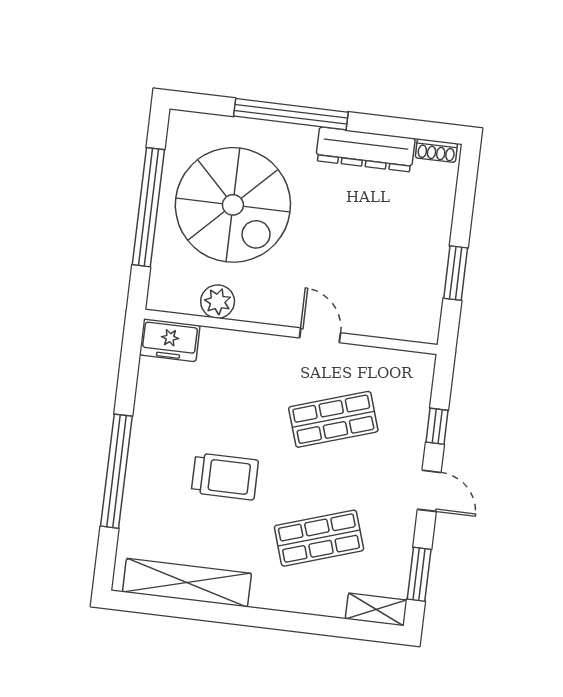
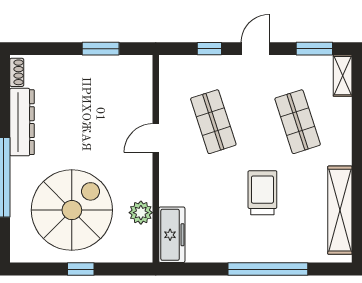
window: (148, 207) -> (81, 269), width x0.32
freezer: (170, 340) -> (172, 235), width x1.40

